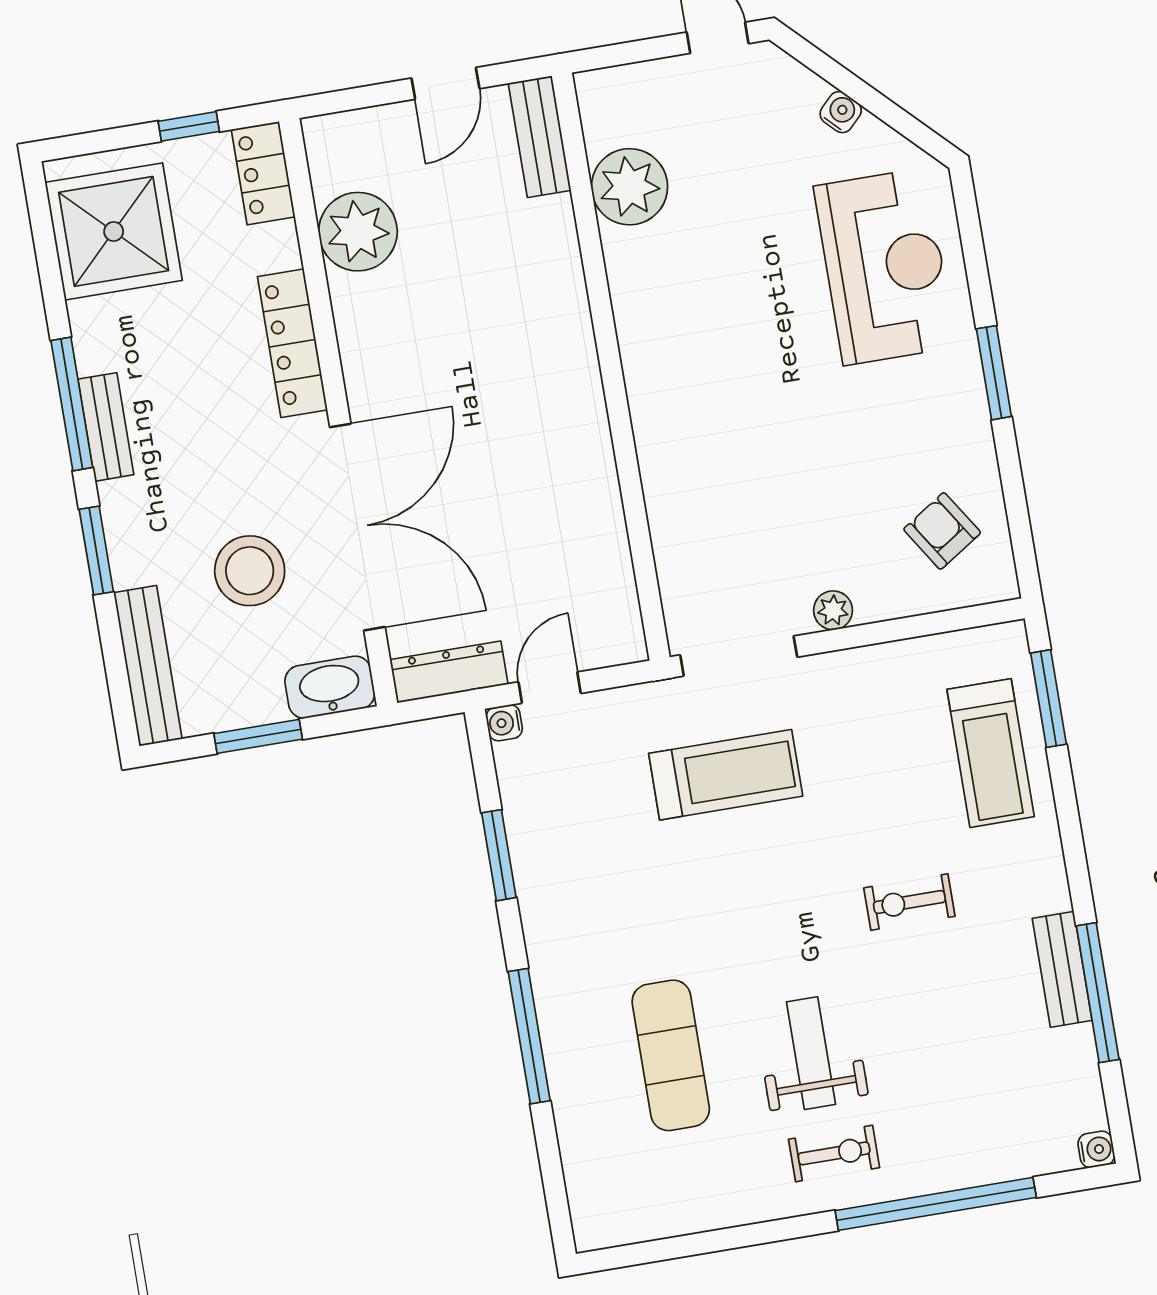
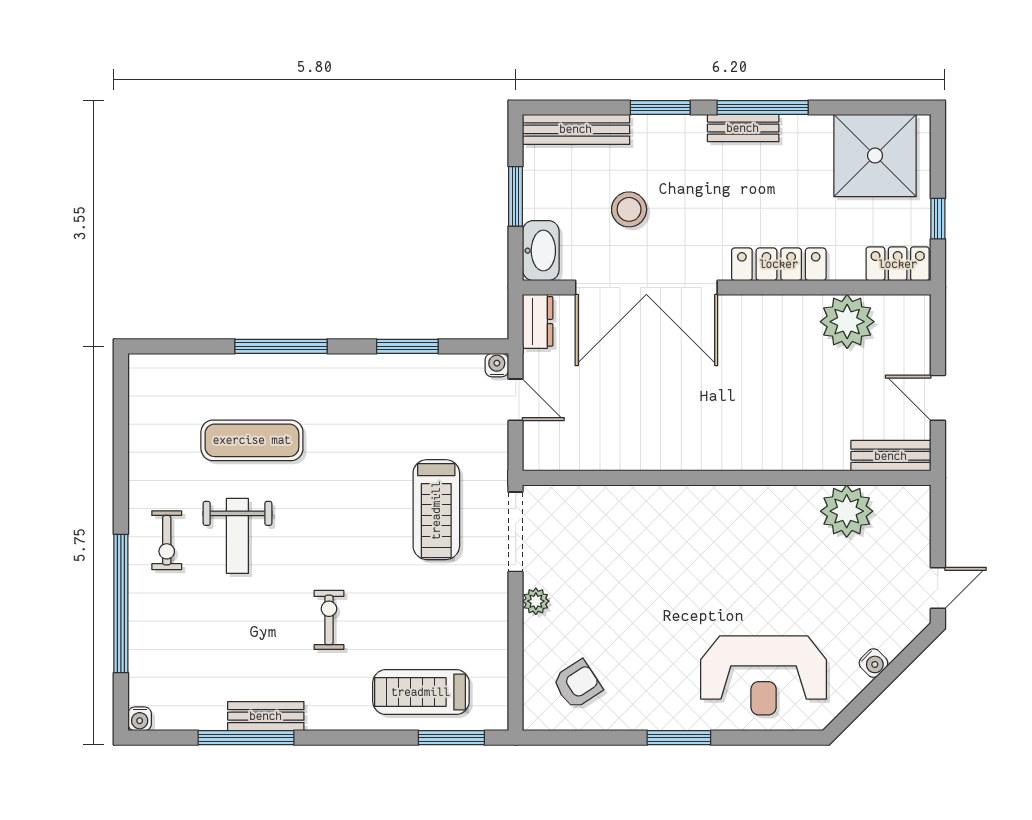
stool: (250, 571) -> (629, 209), width x0.73, depth x0.73
dresser: (449, 672) -> (538, 321), width x0.70
weight bench: (811, 1053) -> (237, 536), turned 90

